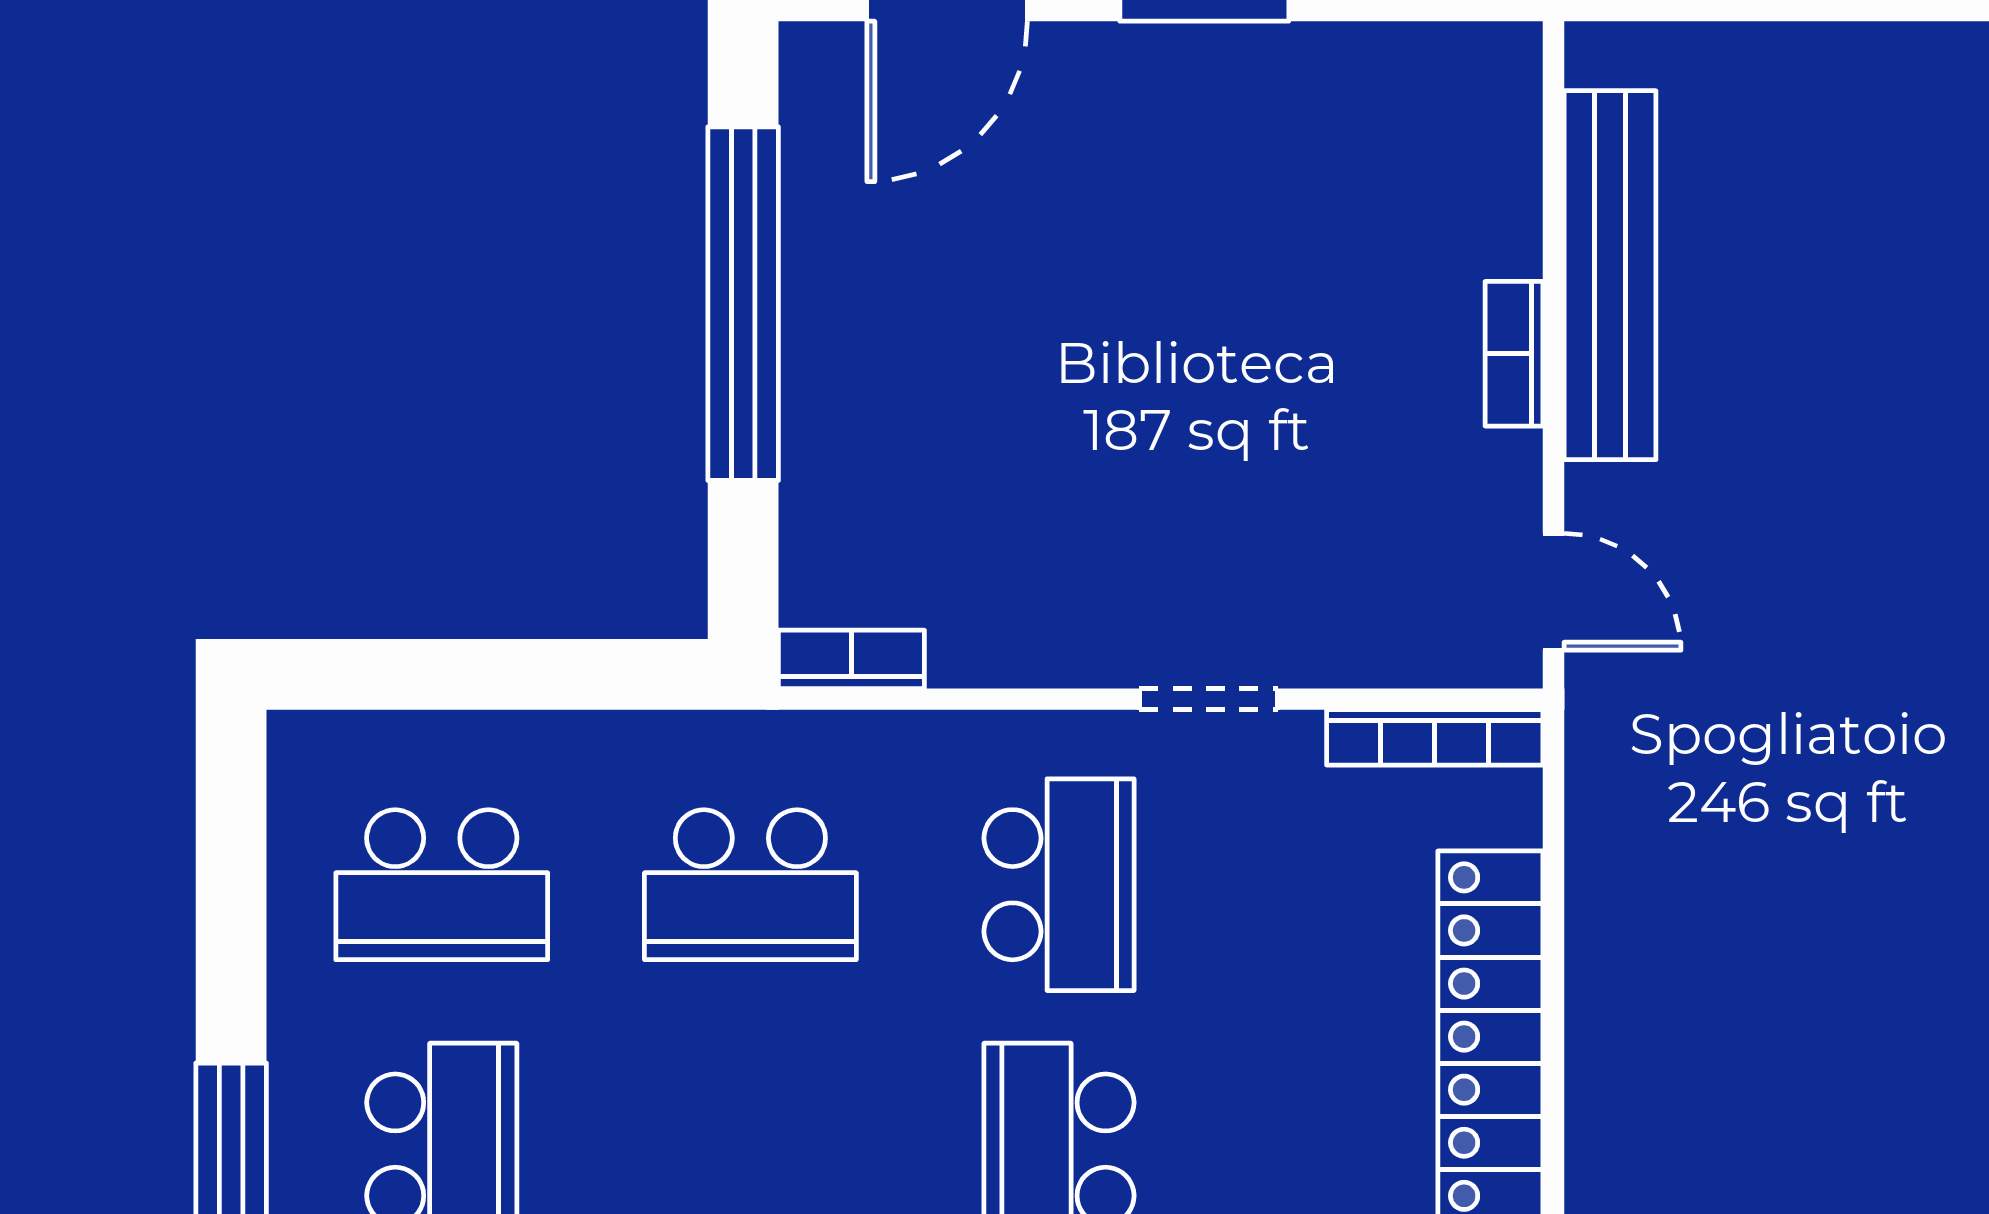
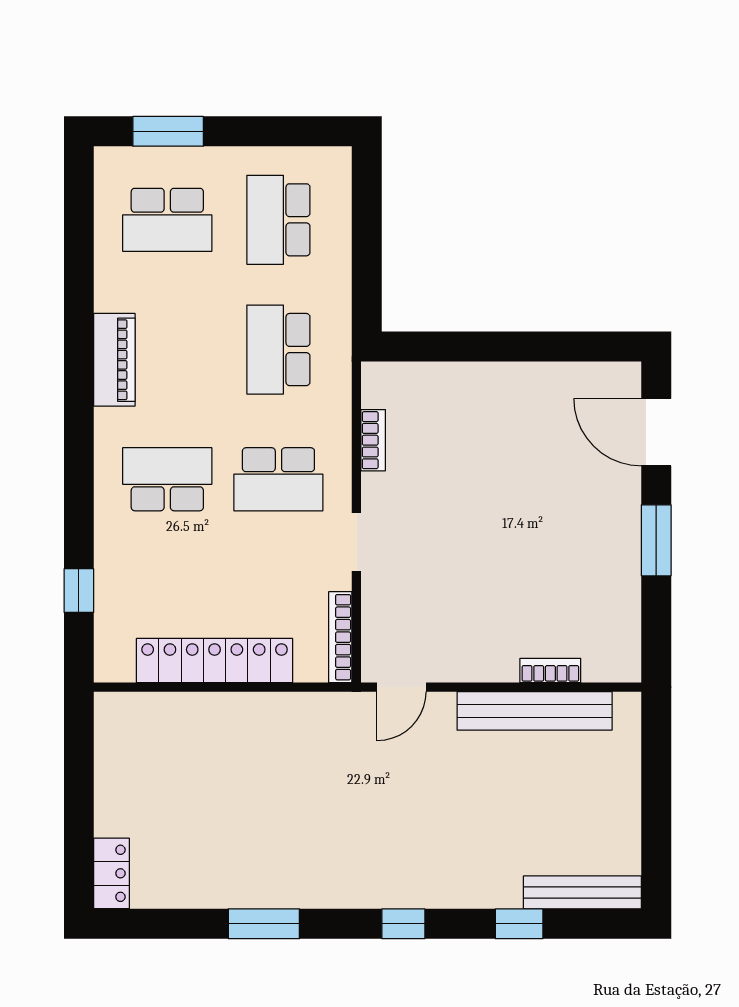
window: (743, 304) -> (523, 346), removed
bookcase: (1514, 354) -> (550, 670), moved
bookcase: (851, 659) -> (373, 440), moved

